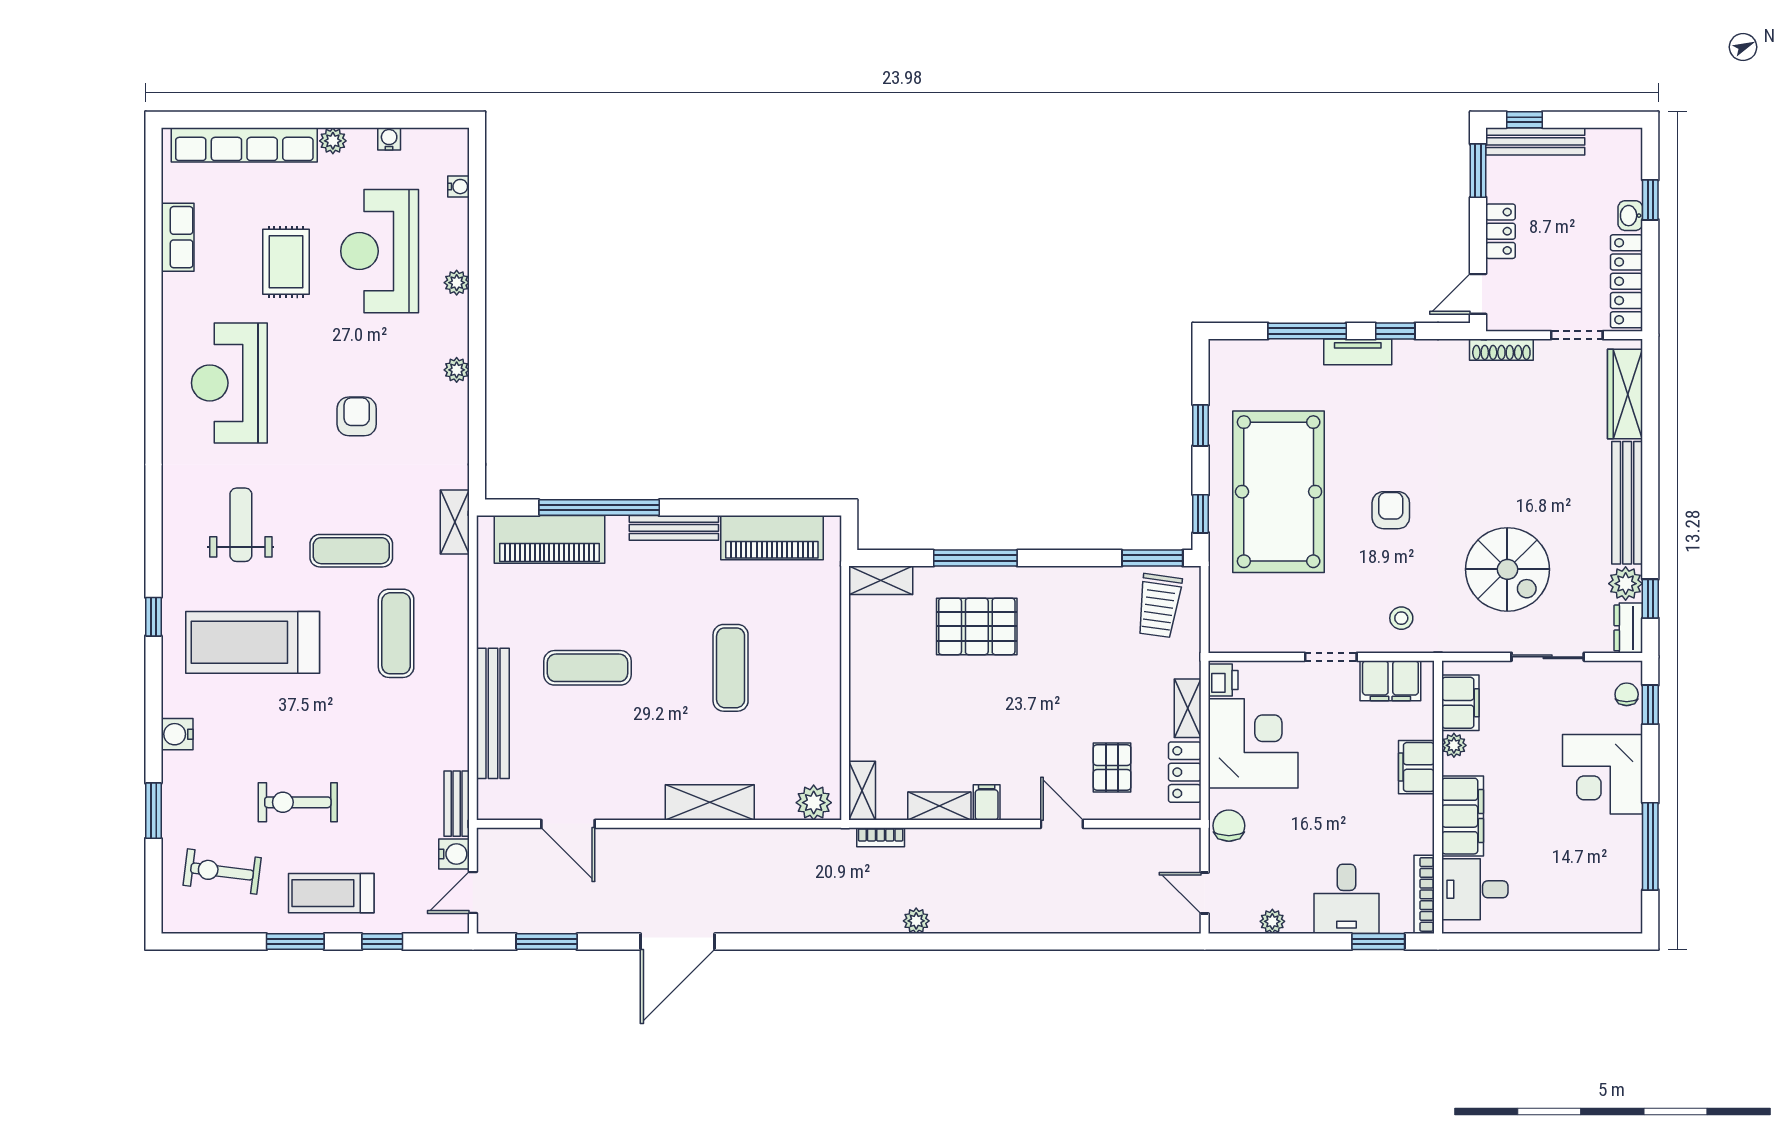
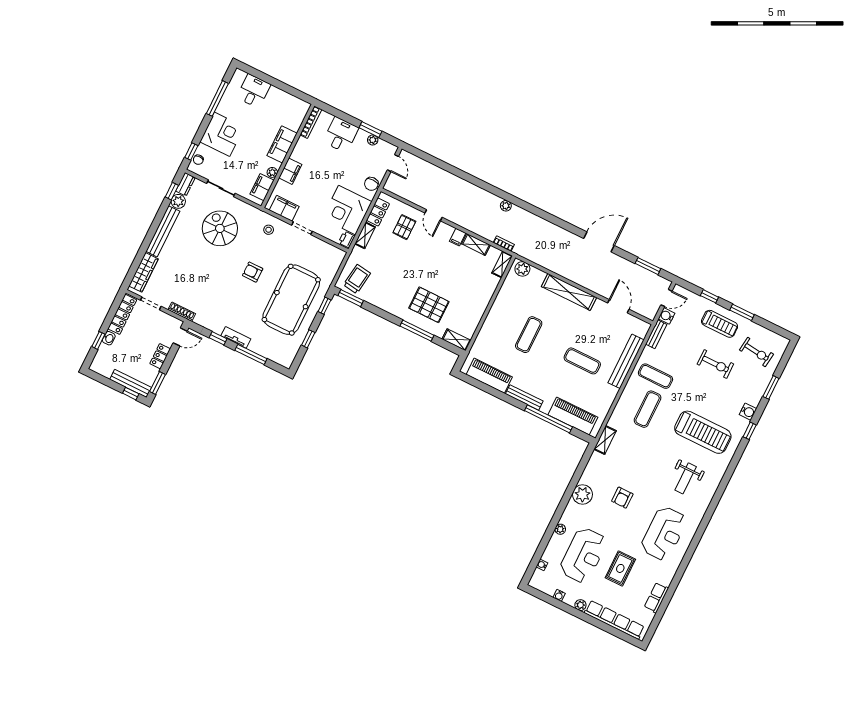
plant: (457, 370) -> (582, 494), width x1.87, depth x1.87
armchair: (1391, 510) -> (253, 272), turned 90
exercise mat: (351, 551) -> (656, 376), moved
window: (153, 617) -> (750, 431), moved
shelving: (710, 802) -> (569, 292), width x1.47
desk: (1475, 889) -> (254, 91), moved, turned -90
window: (1378, 942) -> (370, 130), moved

